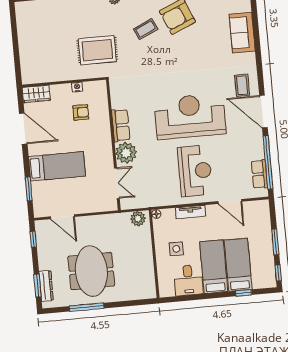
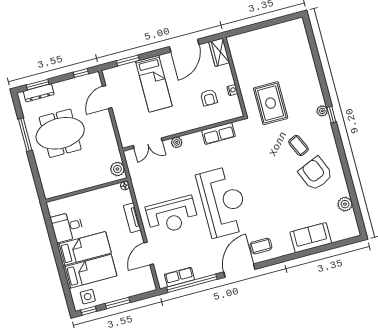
row of seats: (121, 125) -> (218, 133), moved
plant: (126, 153) -> (177, 142), width x0.53, depth x0.53
side table: (176, 249) -> (88, 297), moved
window: (244, 293) -> (64, 281), removed

